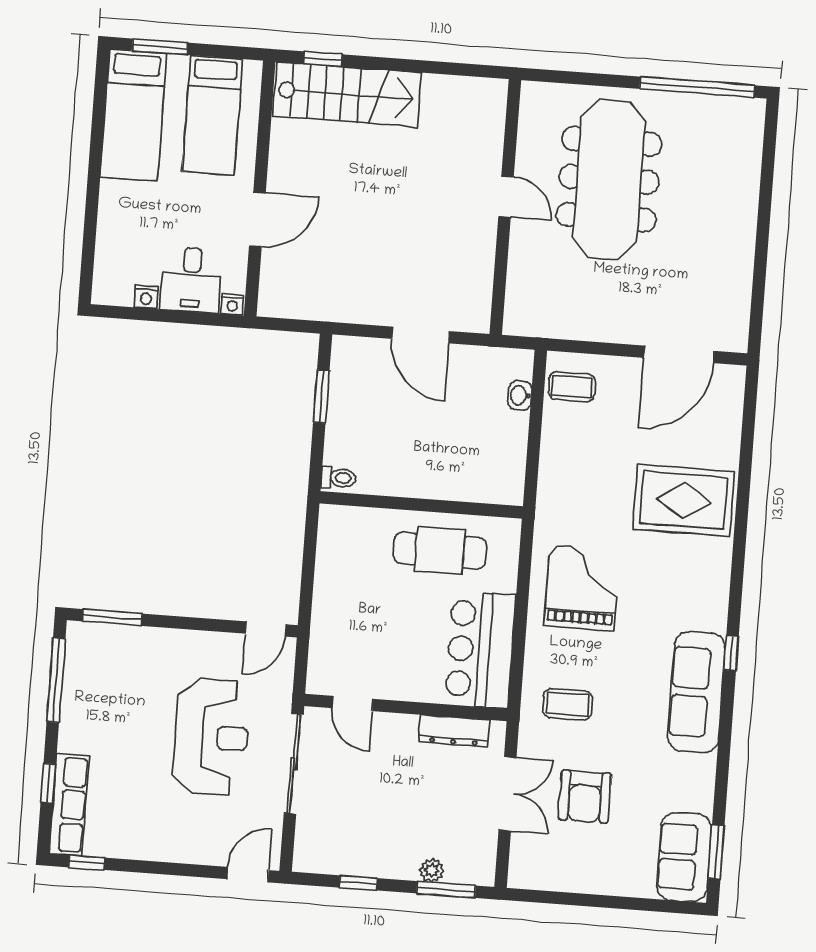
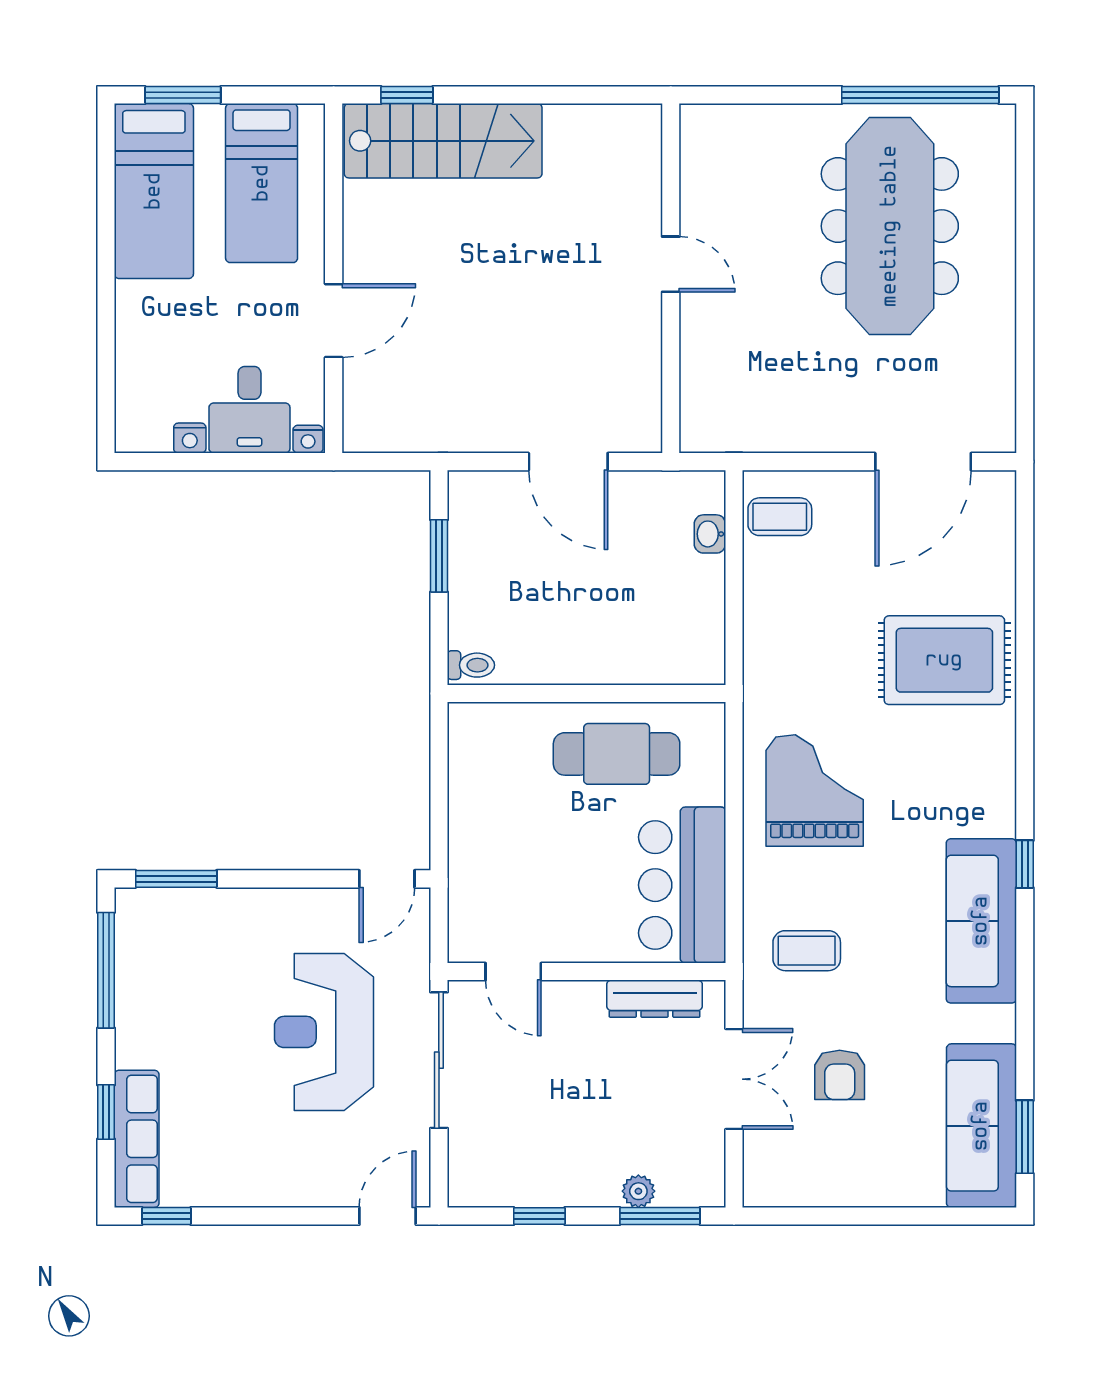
meeting table: (609, 179) -> (890, 226), moved
reception desk: (211, 737) -> (324, 1032), turned 180
armchair: (585, 797) -> (840, 1075), width x0.72, depth x0.72
sofa: (684, 857) -> (981, 1126), width x1.36

